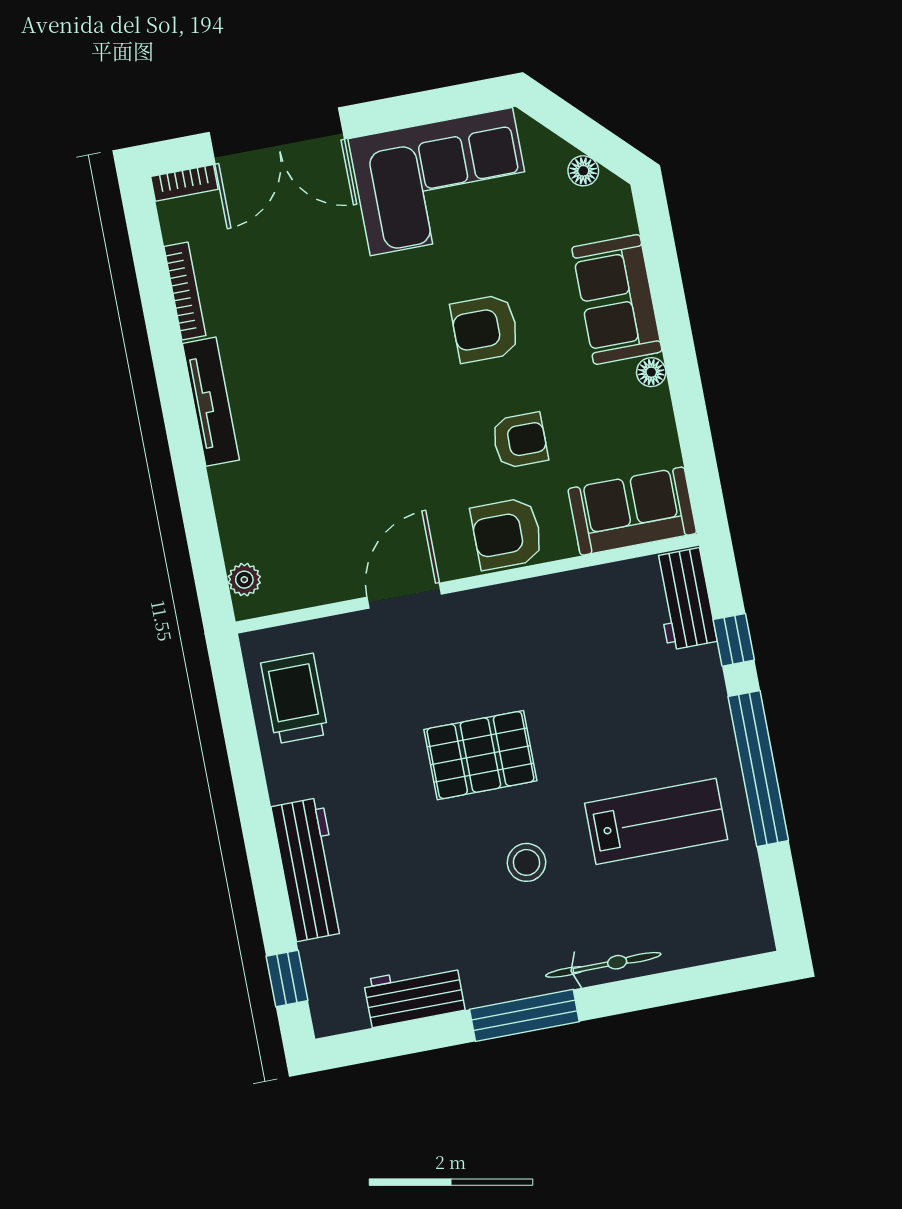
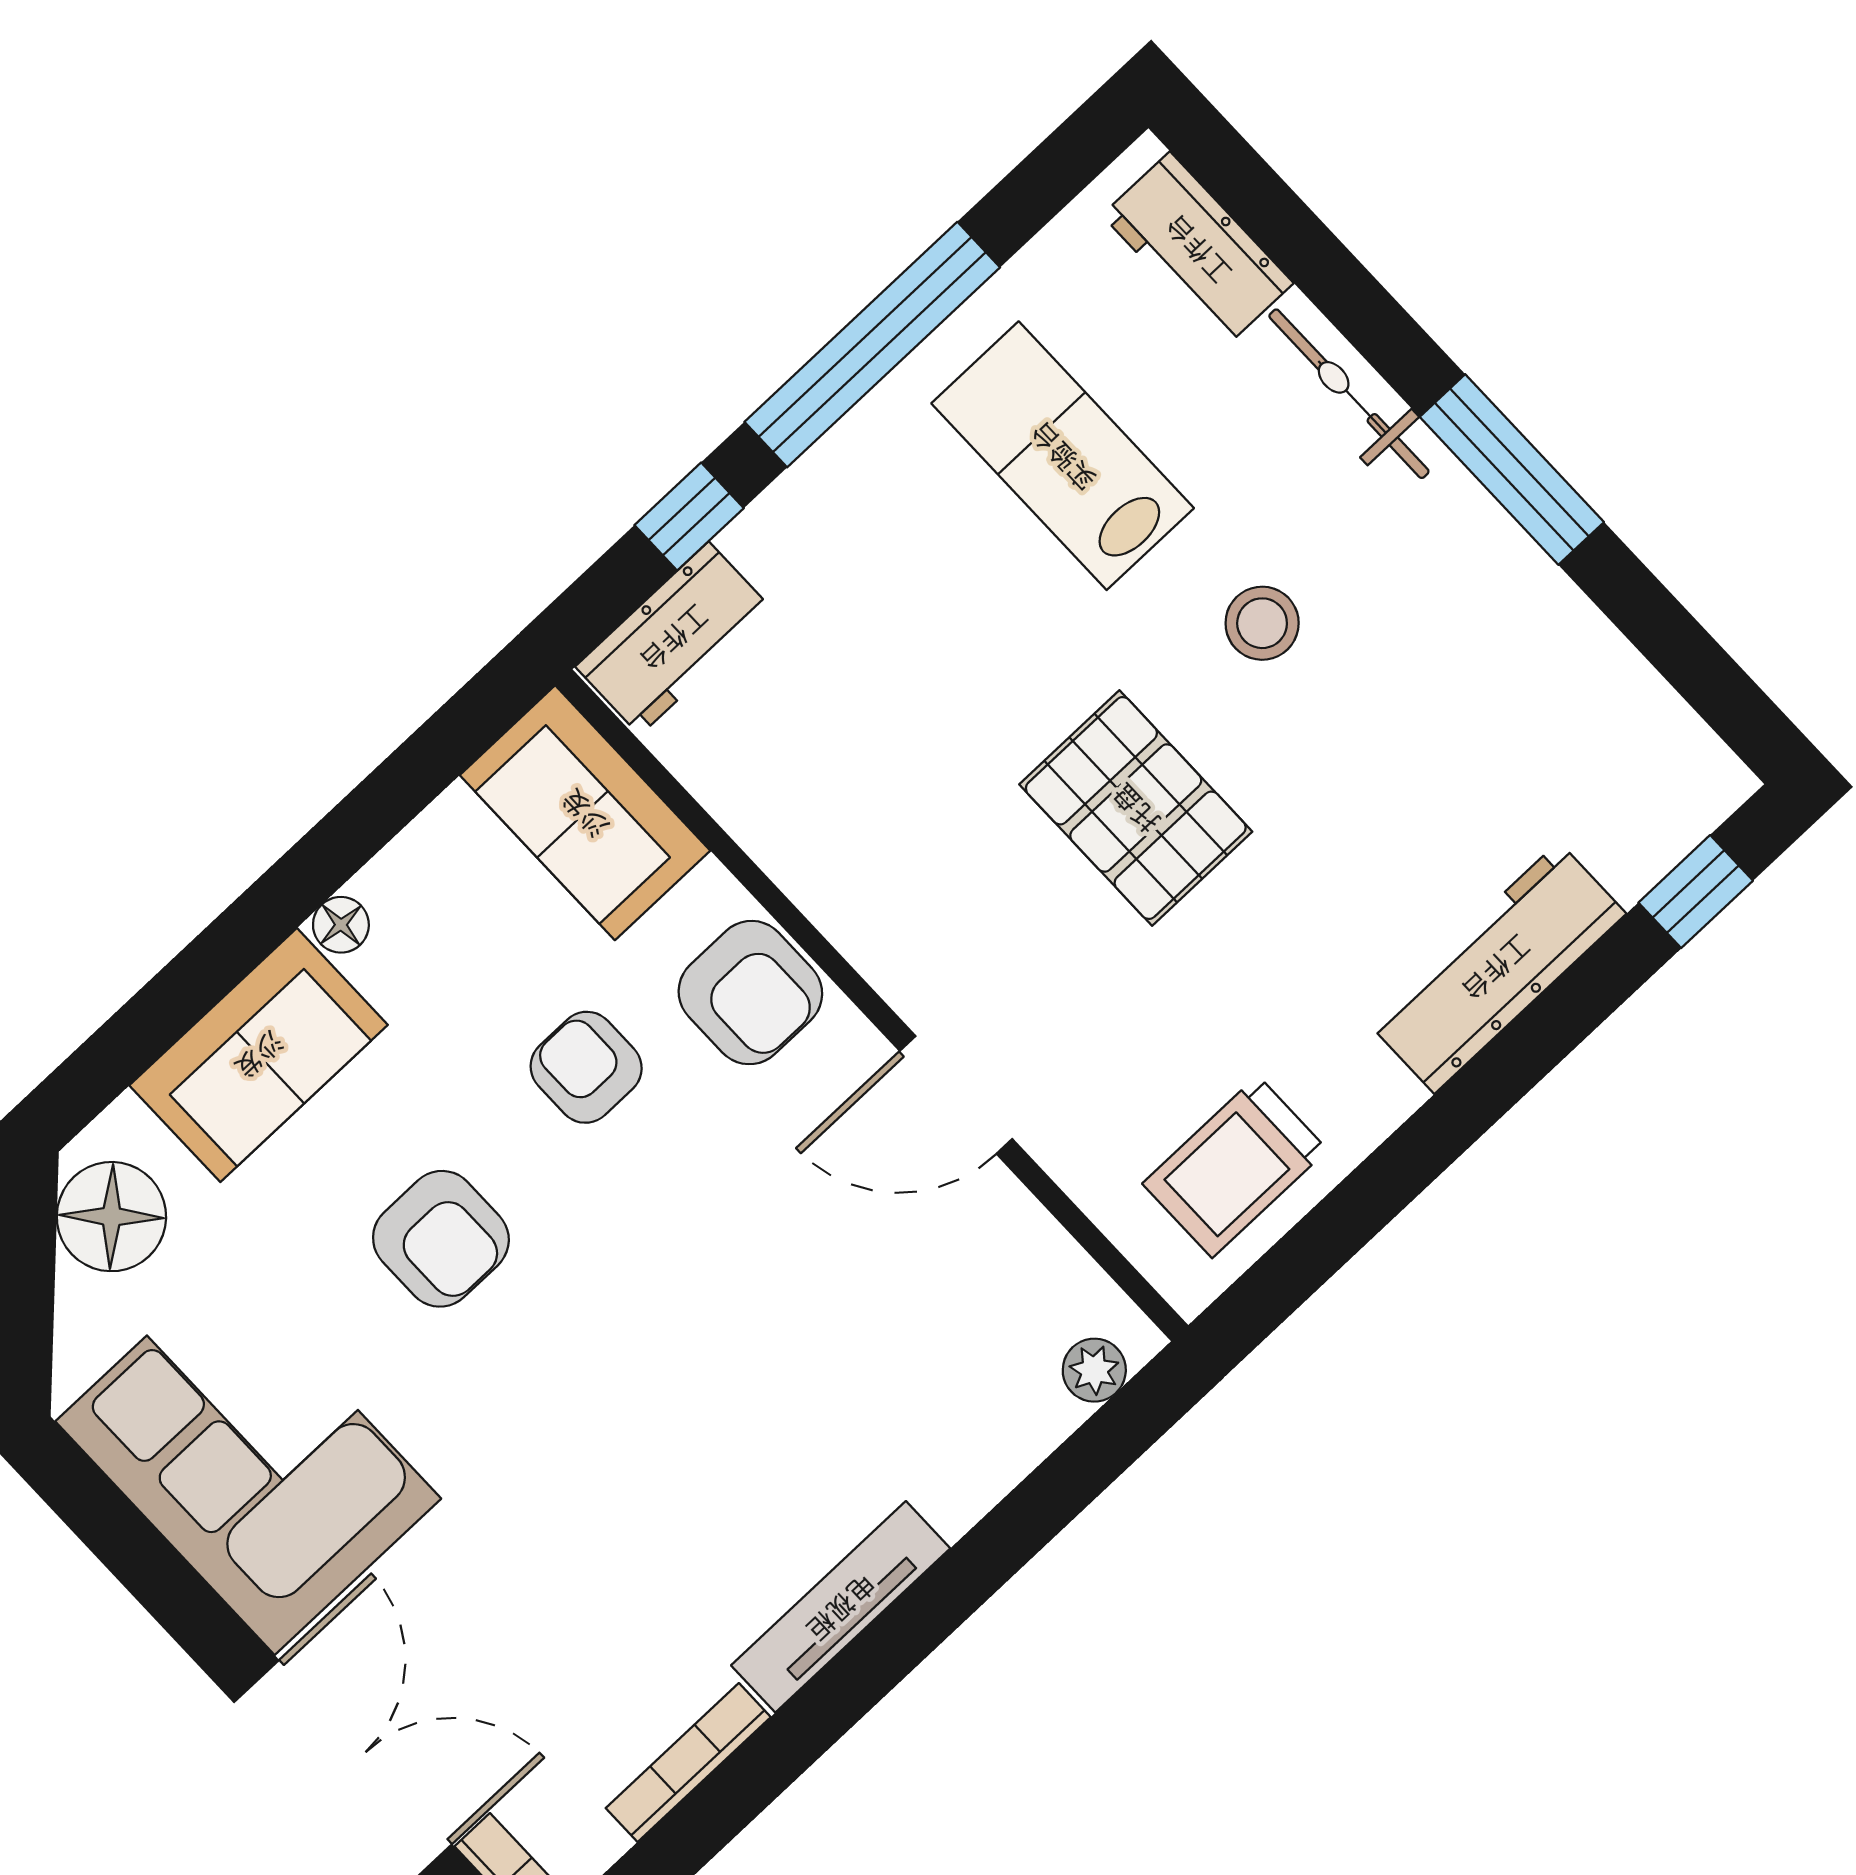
floor lamp: (583, 171) -> (111, 1217), width x1.89, depth x1.89
workbench: (414, 995) -> (1198, 249), moved

